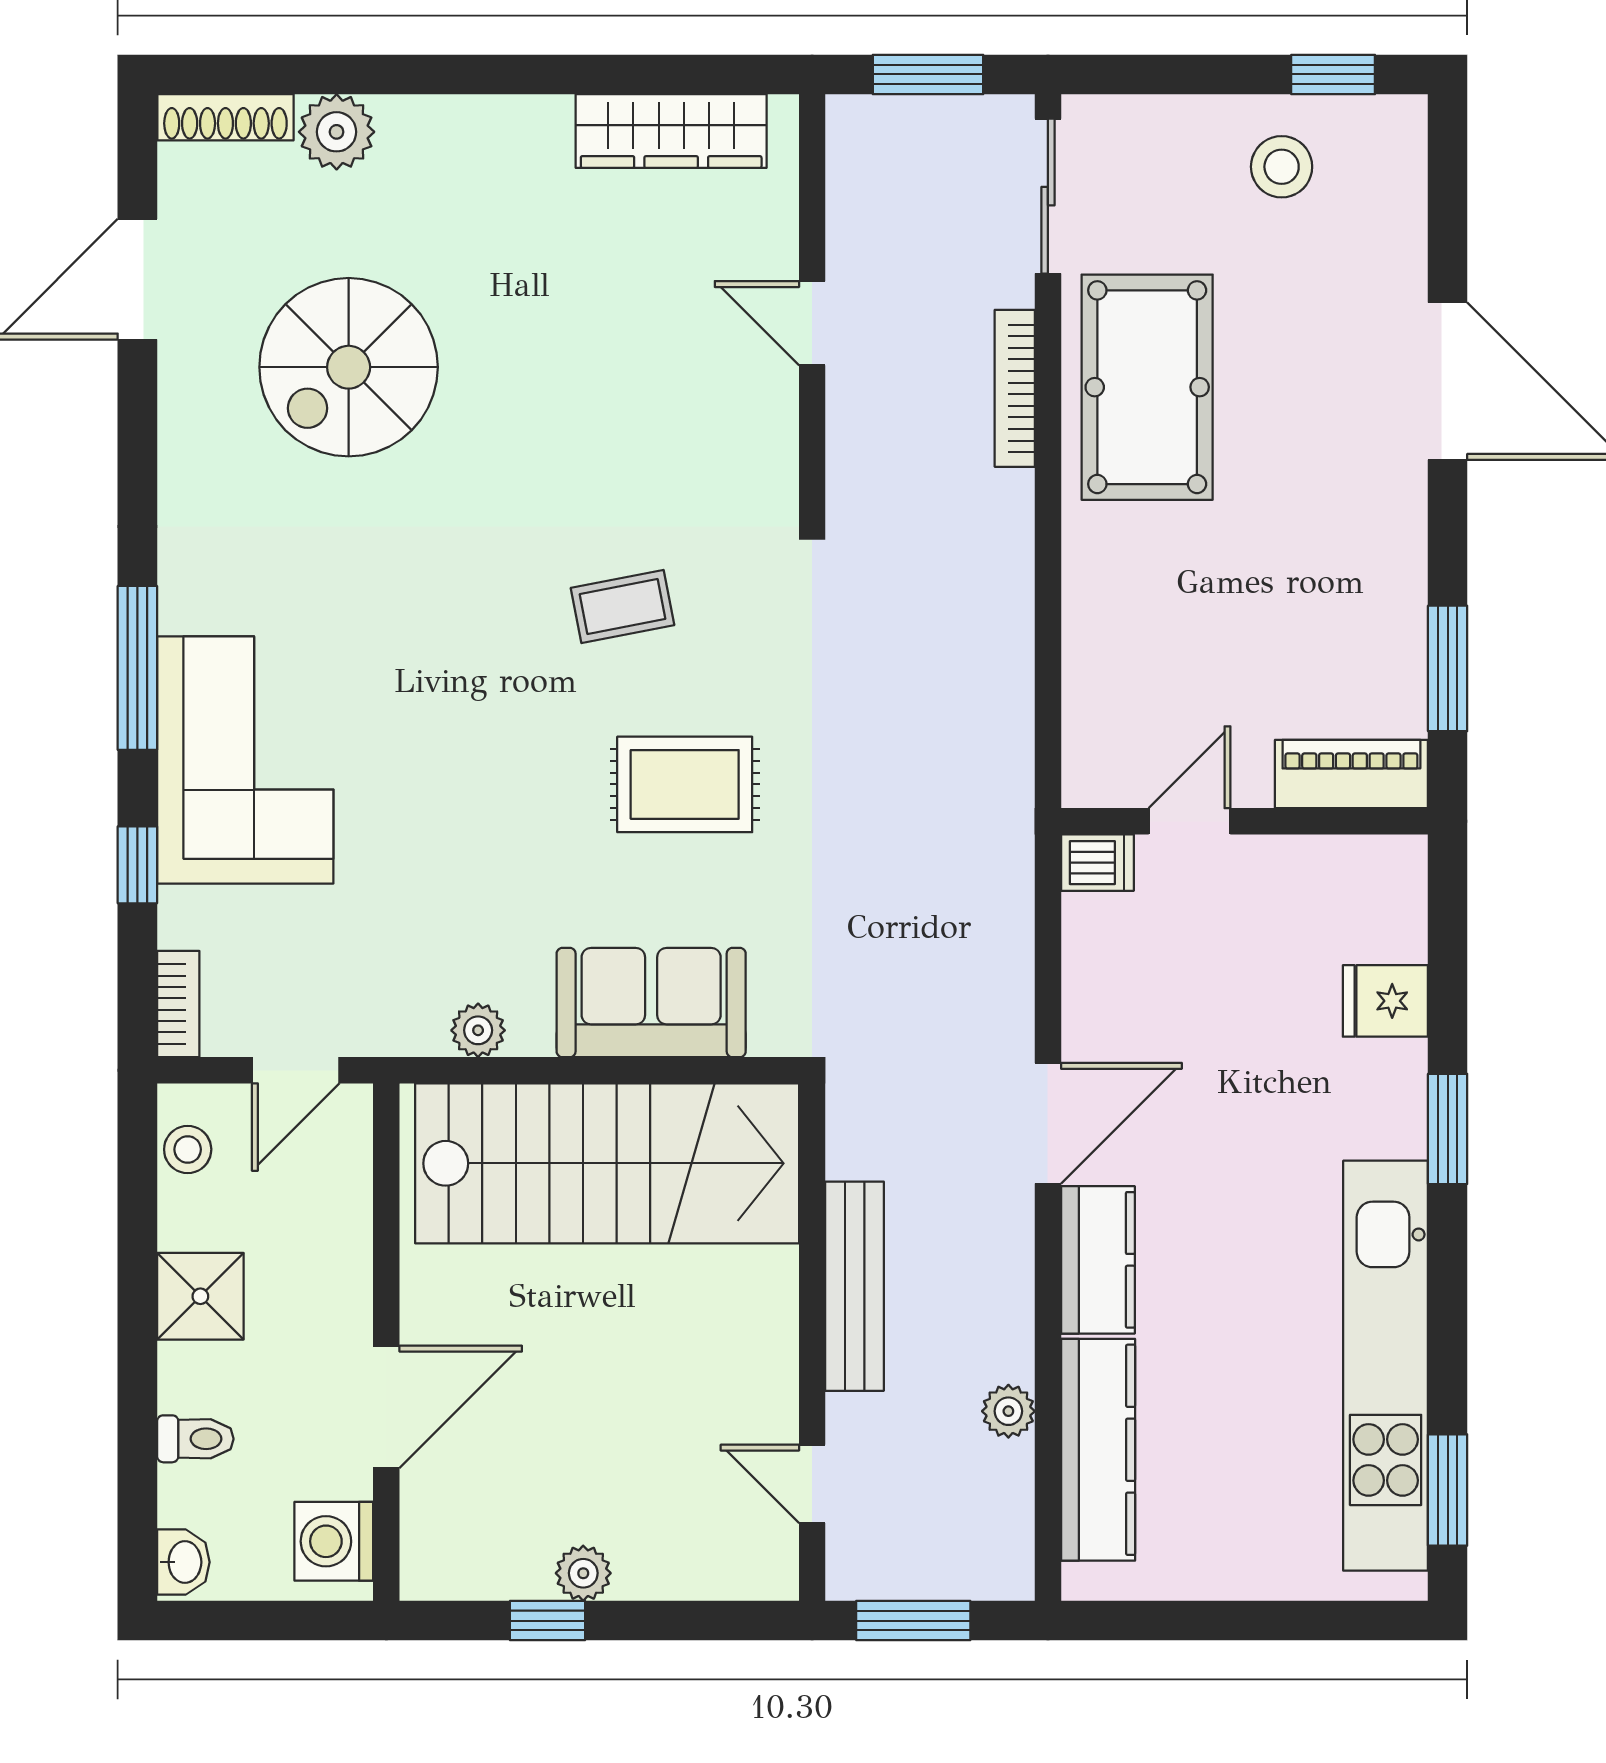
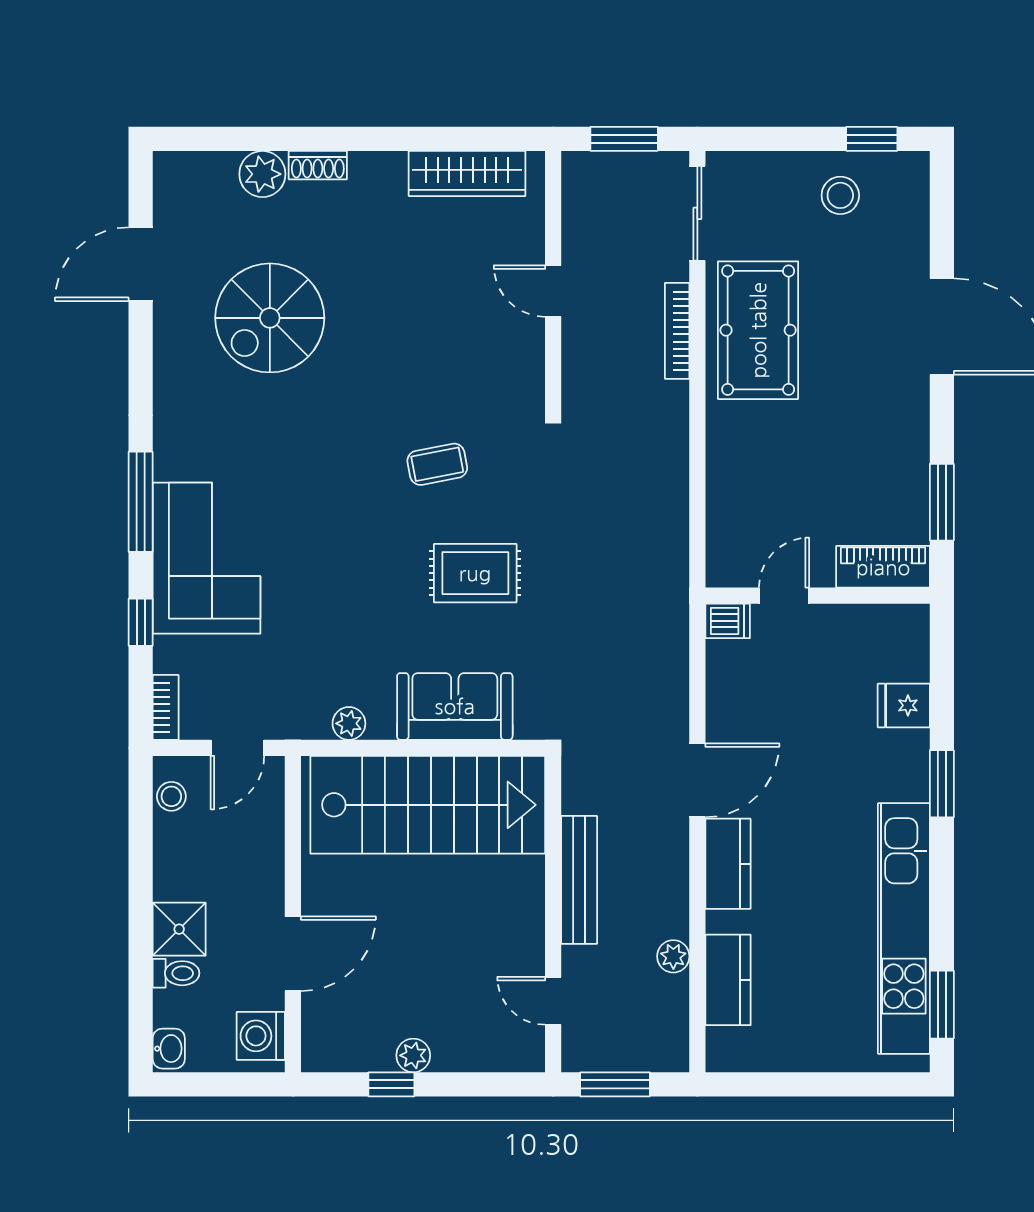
shoe rack: (225, 117) -> (318, 165), moved, width x0.70
shower: (200, 1296) -> (179, 929), moved
kitchen counter: (1098, 1450) -> (728, 980), width x0.67

